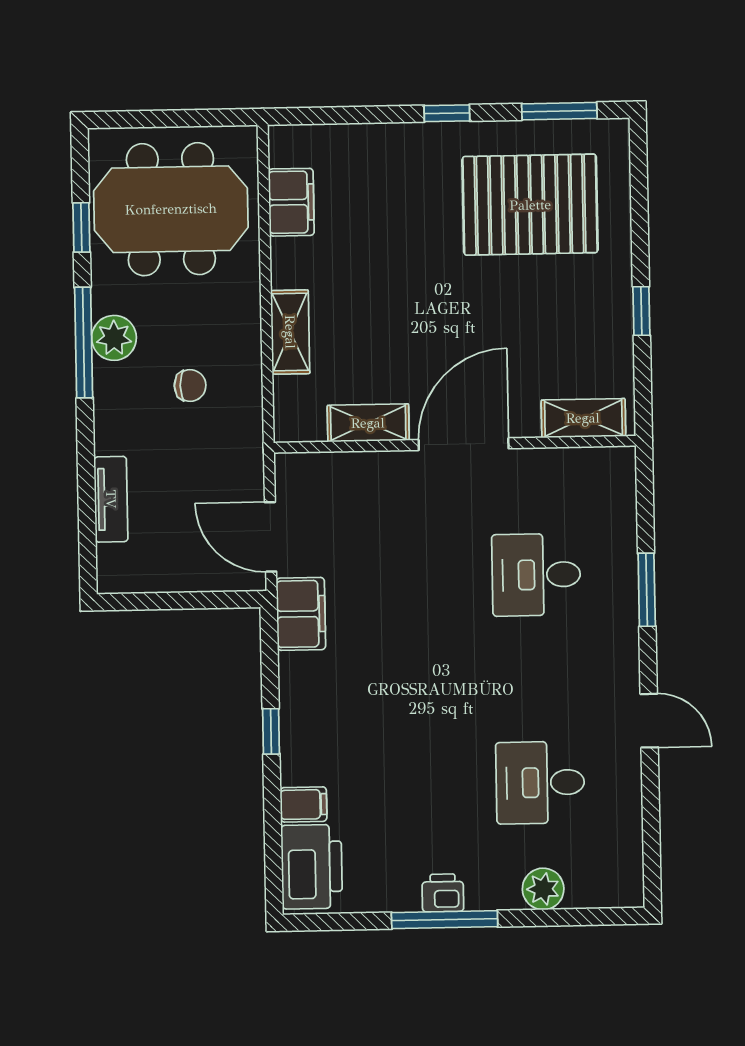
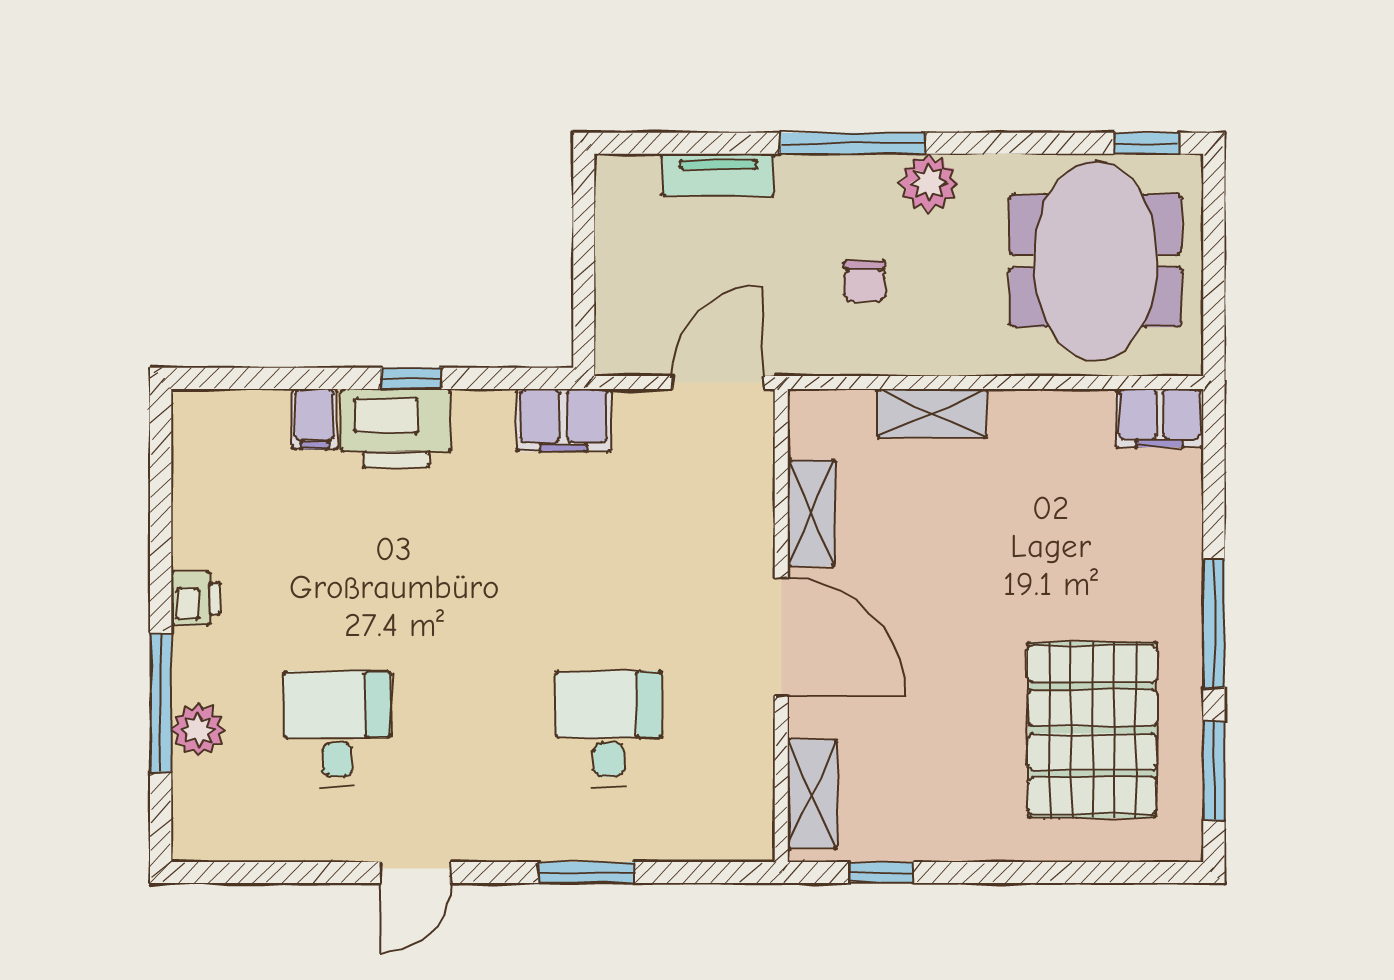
window: (447, 113) -> (1214, 623), width x2.17
filing cabinet: (291, 202) -> (1160, 418), moved
window: (81, 227) -> (1146, 143), moved
window: (641, 311) -> (881, 873), moved
window: (84, 343) -> (853, 143), moved
door: (271, 537) -> (718, 383), moved
printer: (312, 867) -> (396, 428), moved
window: (445, 920) -> (161, 703), moved

